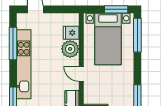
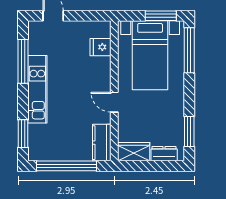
plant: (70, 49) -> (99, 69), removed
kitchen unit: (24, 64) -> (37, 89), width x0.73

